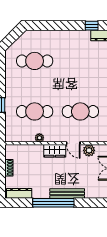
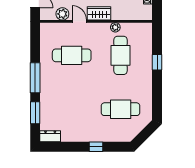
window: (92, 26) -> (96, 147), moved
cafe table: (35, 111) -> (121, 55), turned 90

